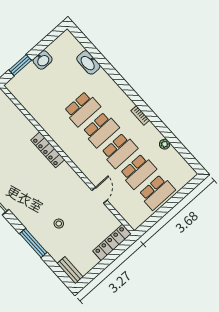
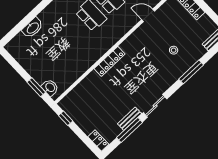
washbasin: (43, 60) -> (50, 88), moved
school desk: (82, 109) -> (73, 32), removed

